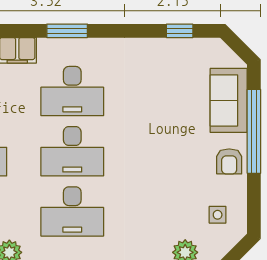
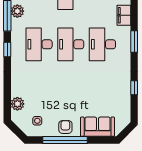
window: (180, 31) -> (134, 88), moved
window: (254, 131) -> (65, 140), moved
armchair: (229, 161) -> (65, 127), turned 90

